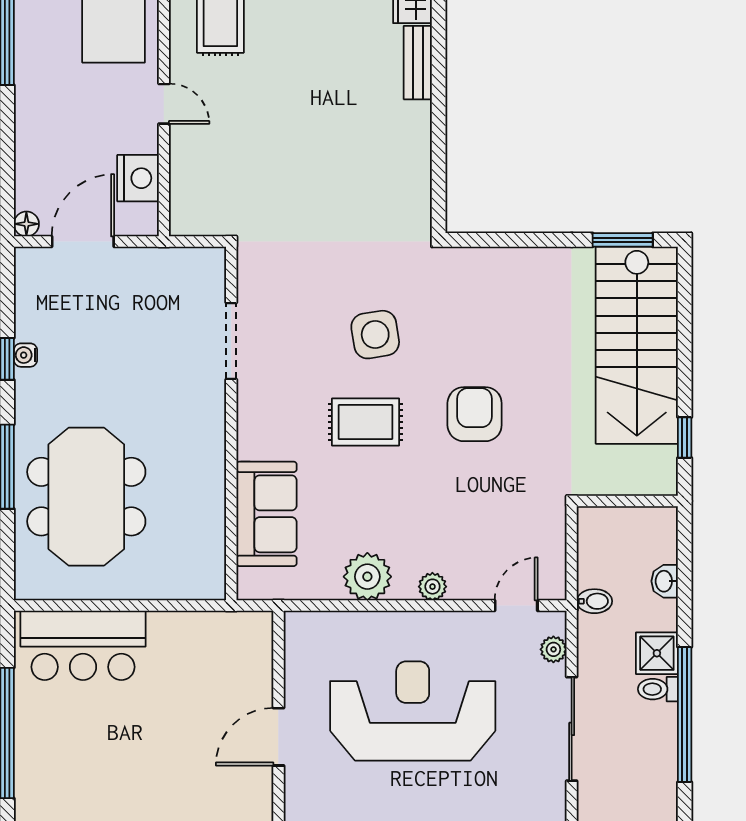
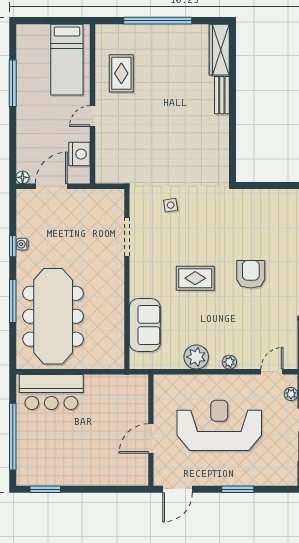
door: (164, 104) -> (93, 116), swing flipped
side table: (375, 335) -> (171, 205), moved, width x0.54, depth x0.54
meeting table: (86, 497) -> (53, 316), width x1.36

